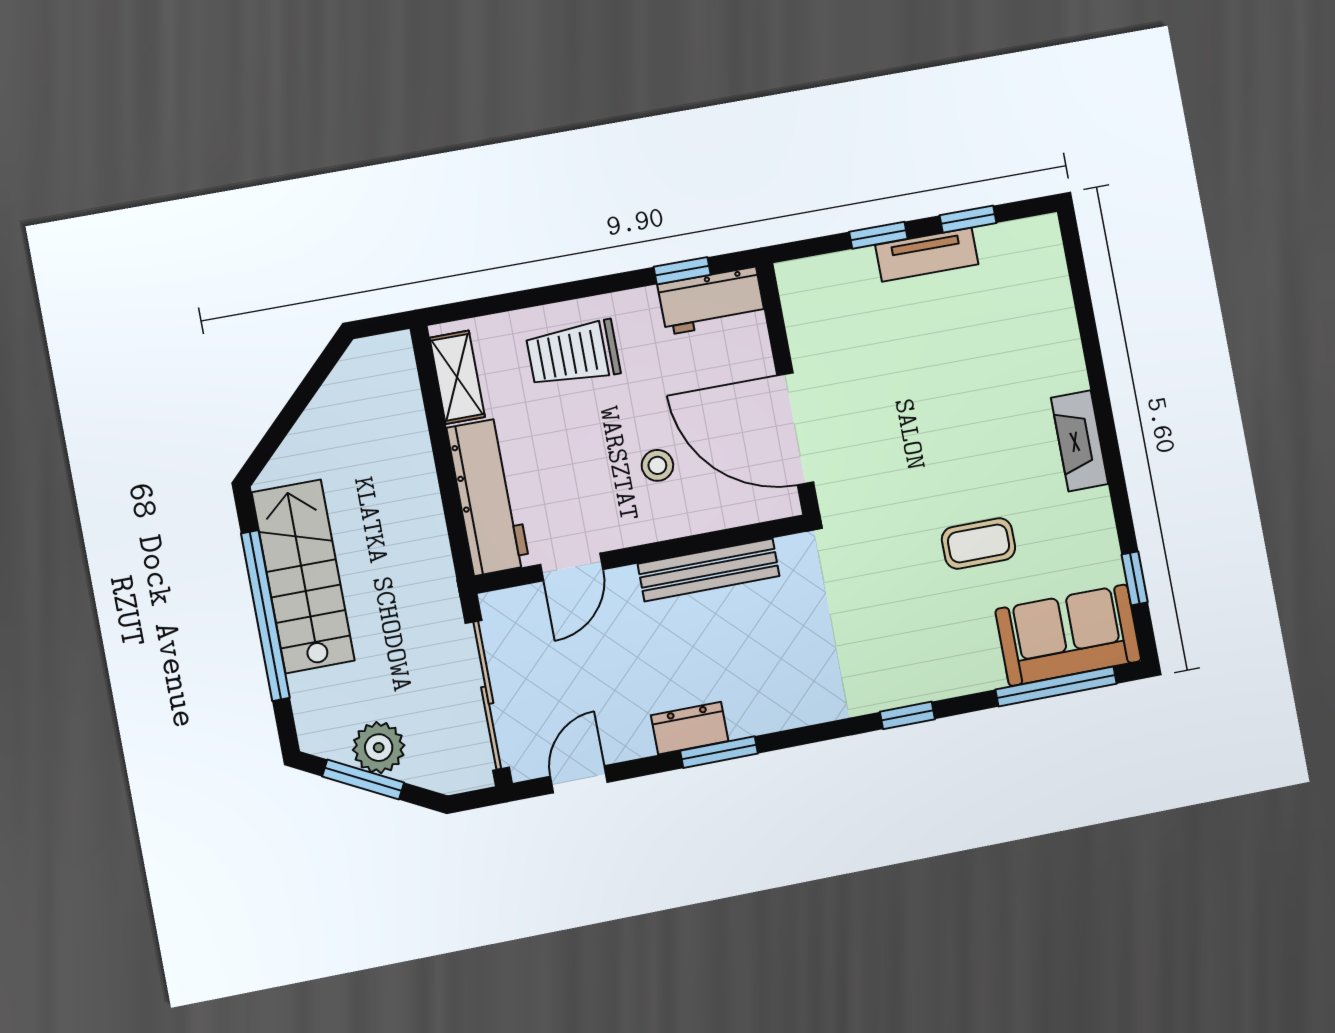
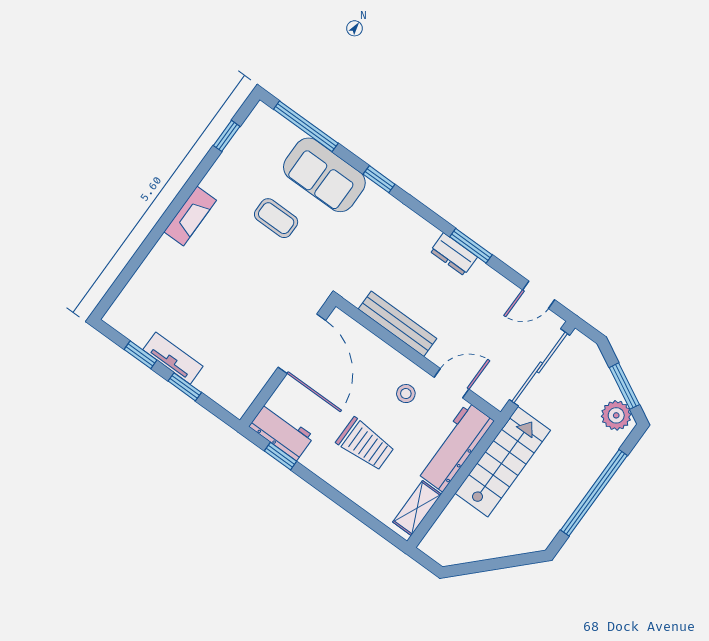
trolley: (573, 354) -> (365, 444), moved
stool: (657, 465) -> (406, 394), moved
stairs: (303, 576) -> (503, 462), moved, turned 180
sofa: (1068, 635) -> (324, 175), moved
dresser: (690, 728) -> (454, 254), moved
plant: (379, 748) -> (616, 415), moved

